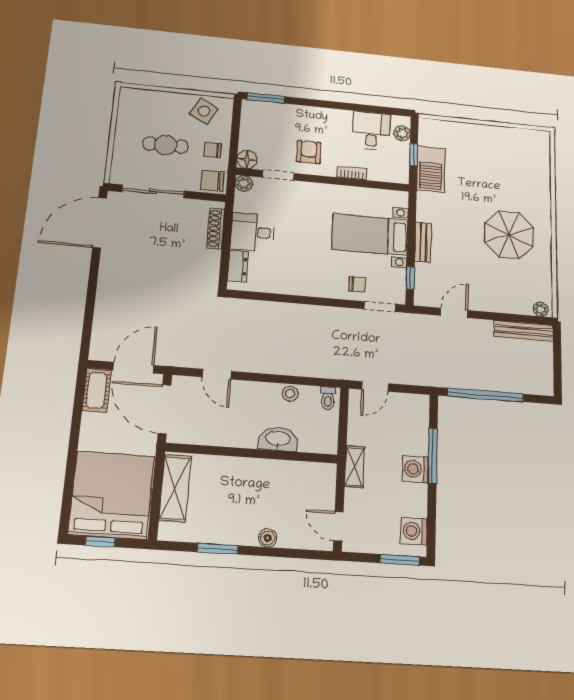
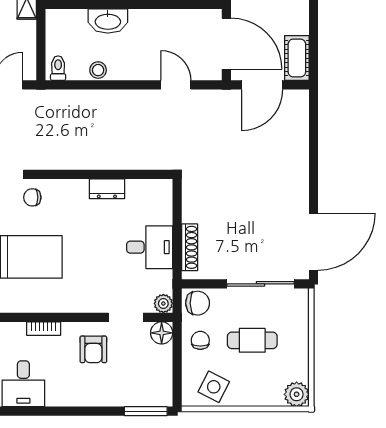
plant: (130, 97) -> (297, 394), added
chair: (213, 150) -> (200, 340), turned -90
dresser: (238, 266) -> (107, 189), moved, turned -90

